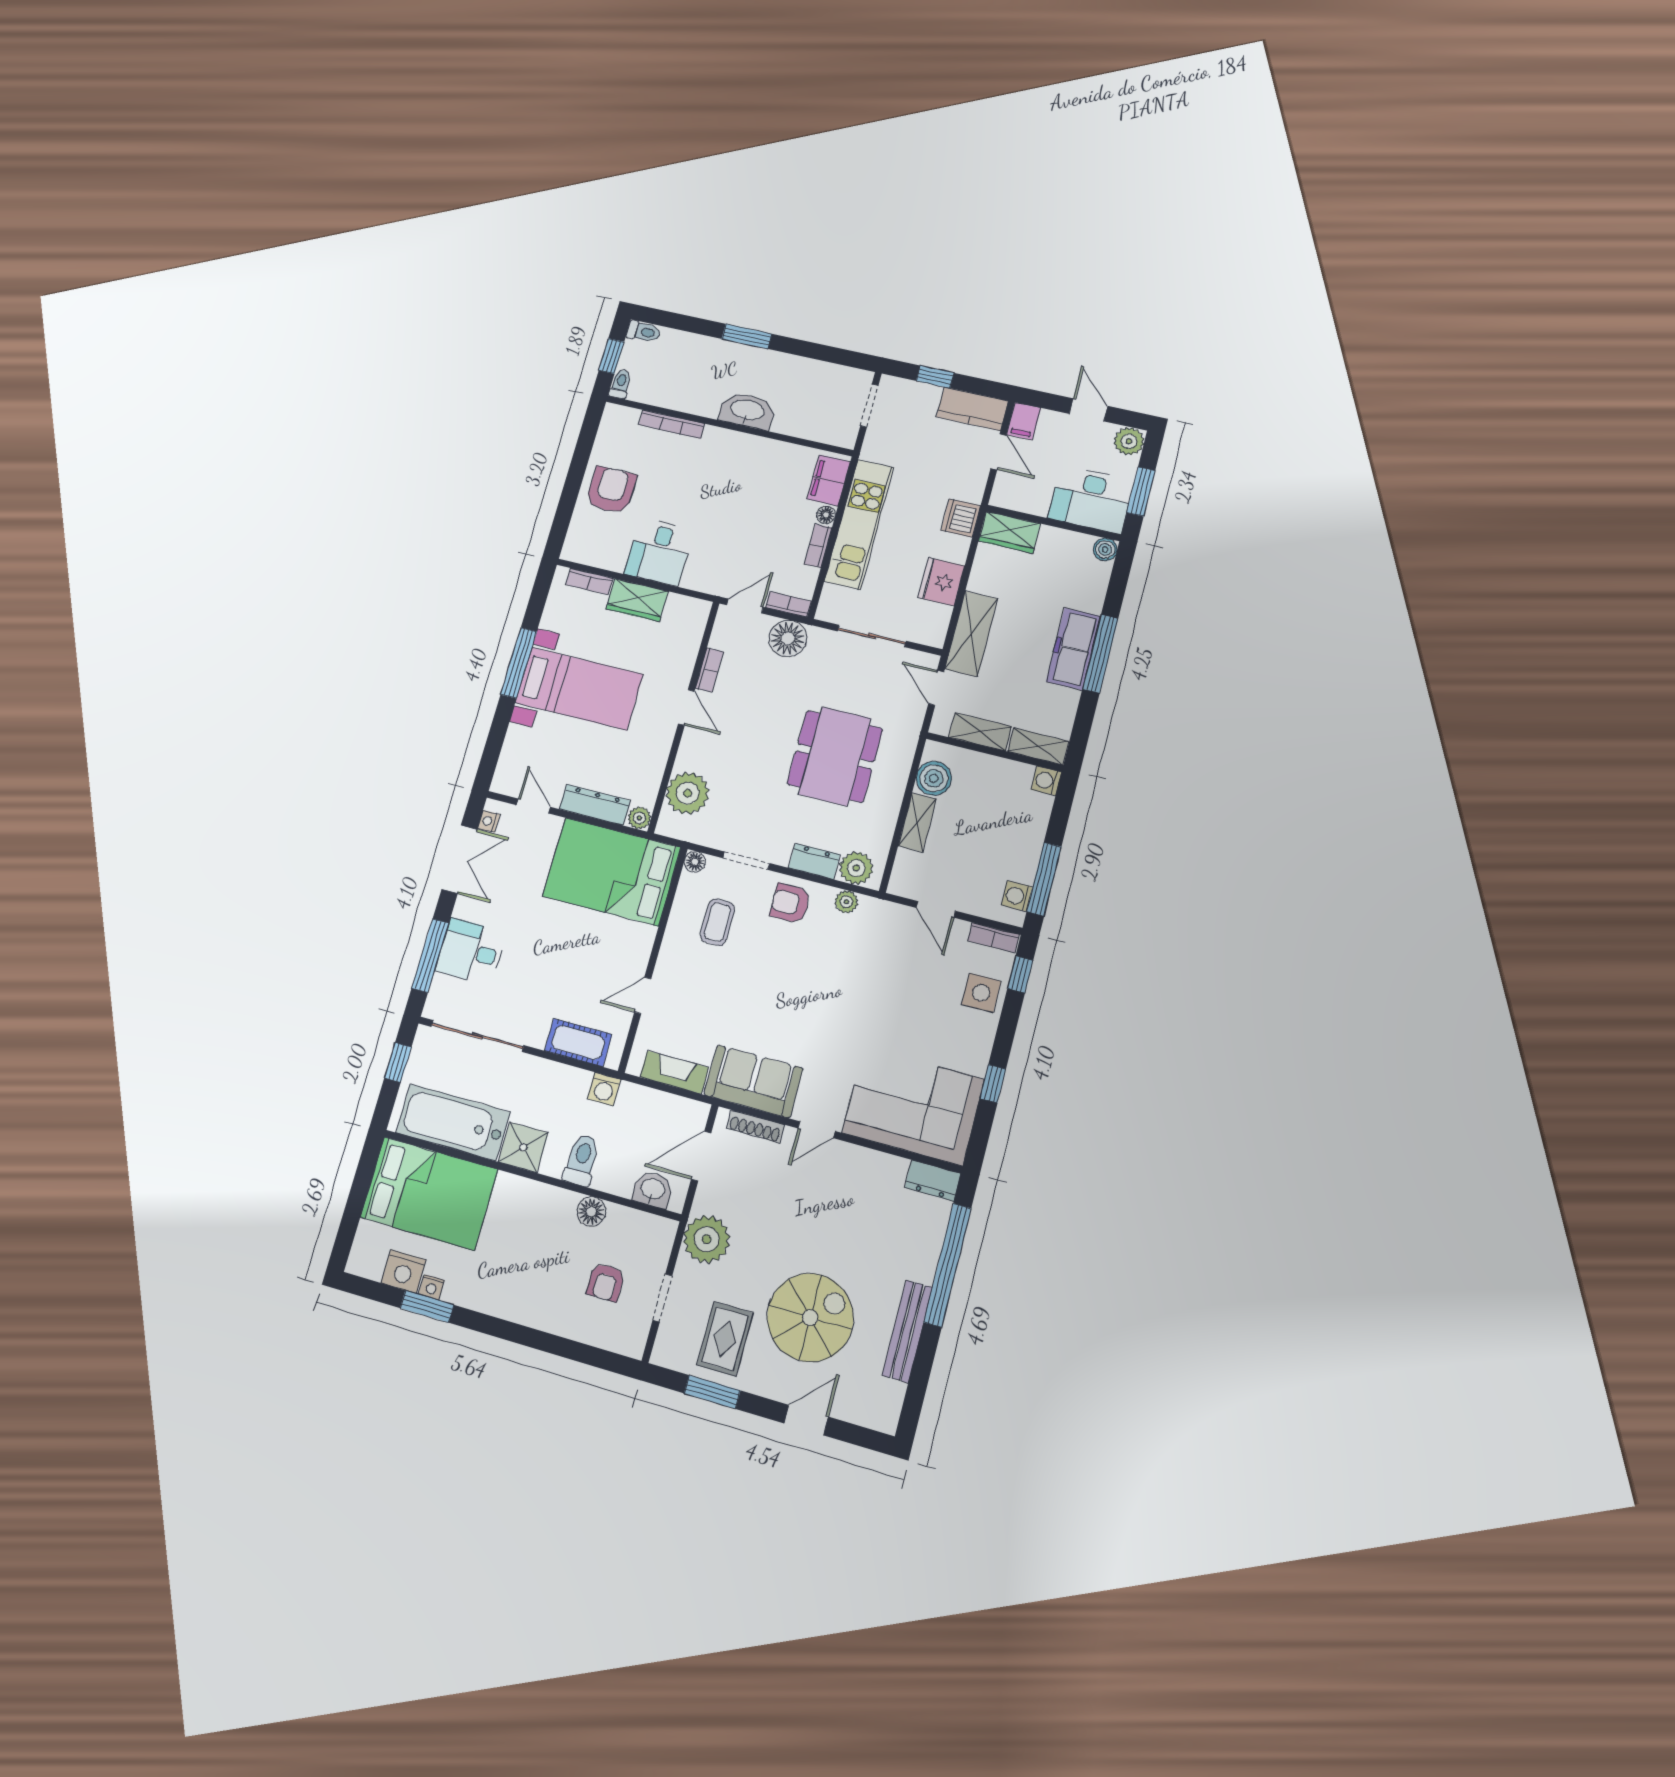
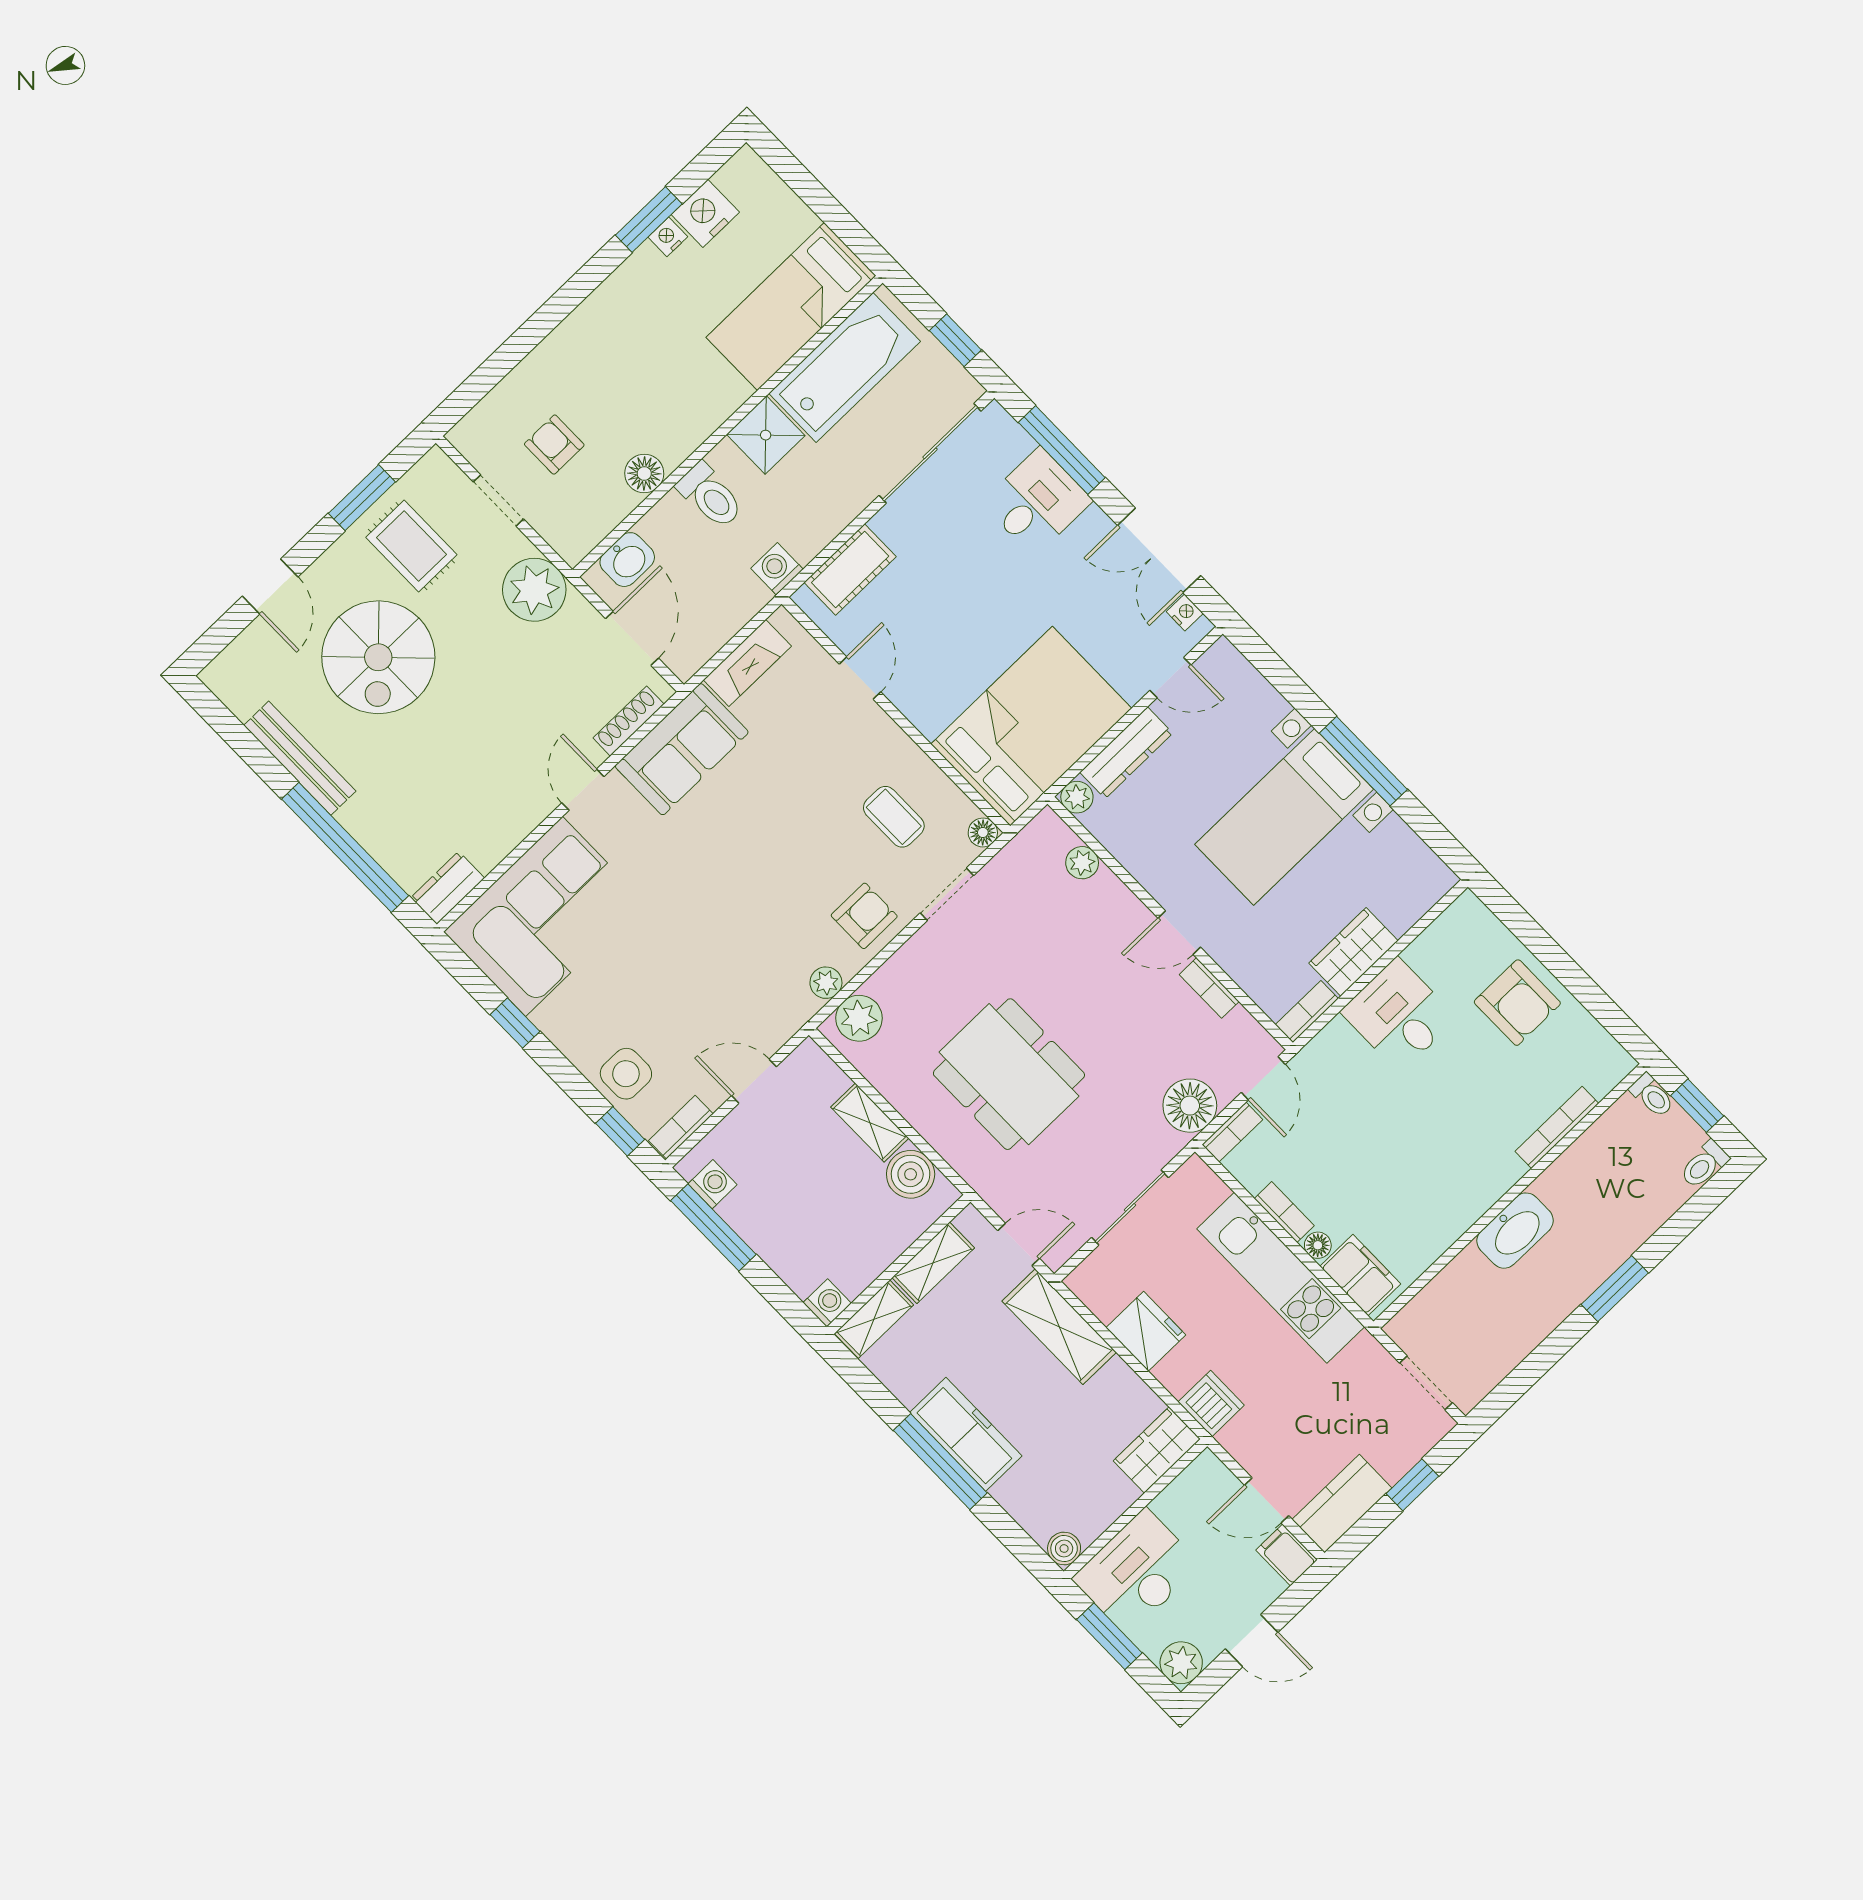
bookcase: (589, 581) -> (1307, 1012), moved
plant: (688, 793) -> (1082, 863), width x0.53, depth x0.53
dresser: (814, 861) -> (897, 974), removed
bed: (429, 1193) -> (791, 307), width x0.67

